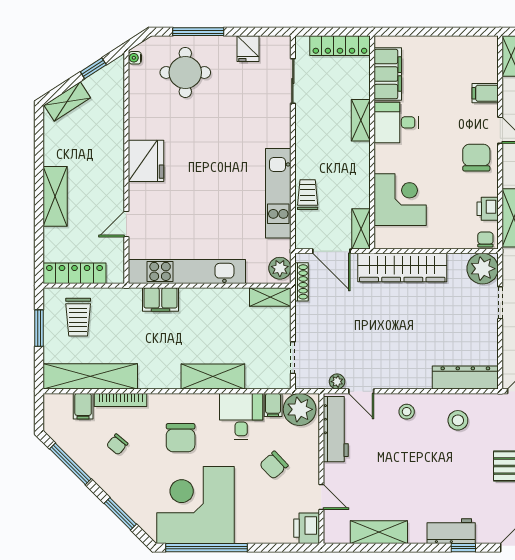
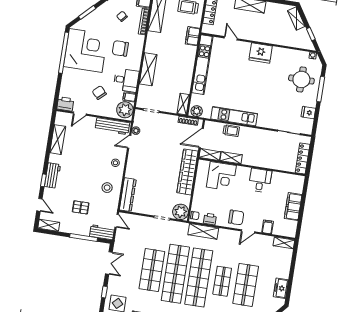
filing cabinet: (388, 74) -> (293, 207), moved, turned 90
shelving: (361, 120) -> (231, 158), moved
filing cabinet: (161, 300) -> (193, 36), moved

